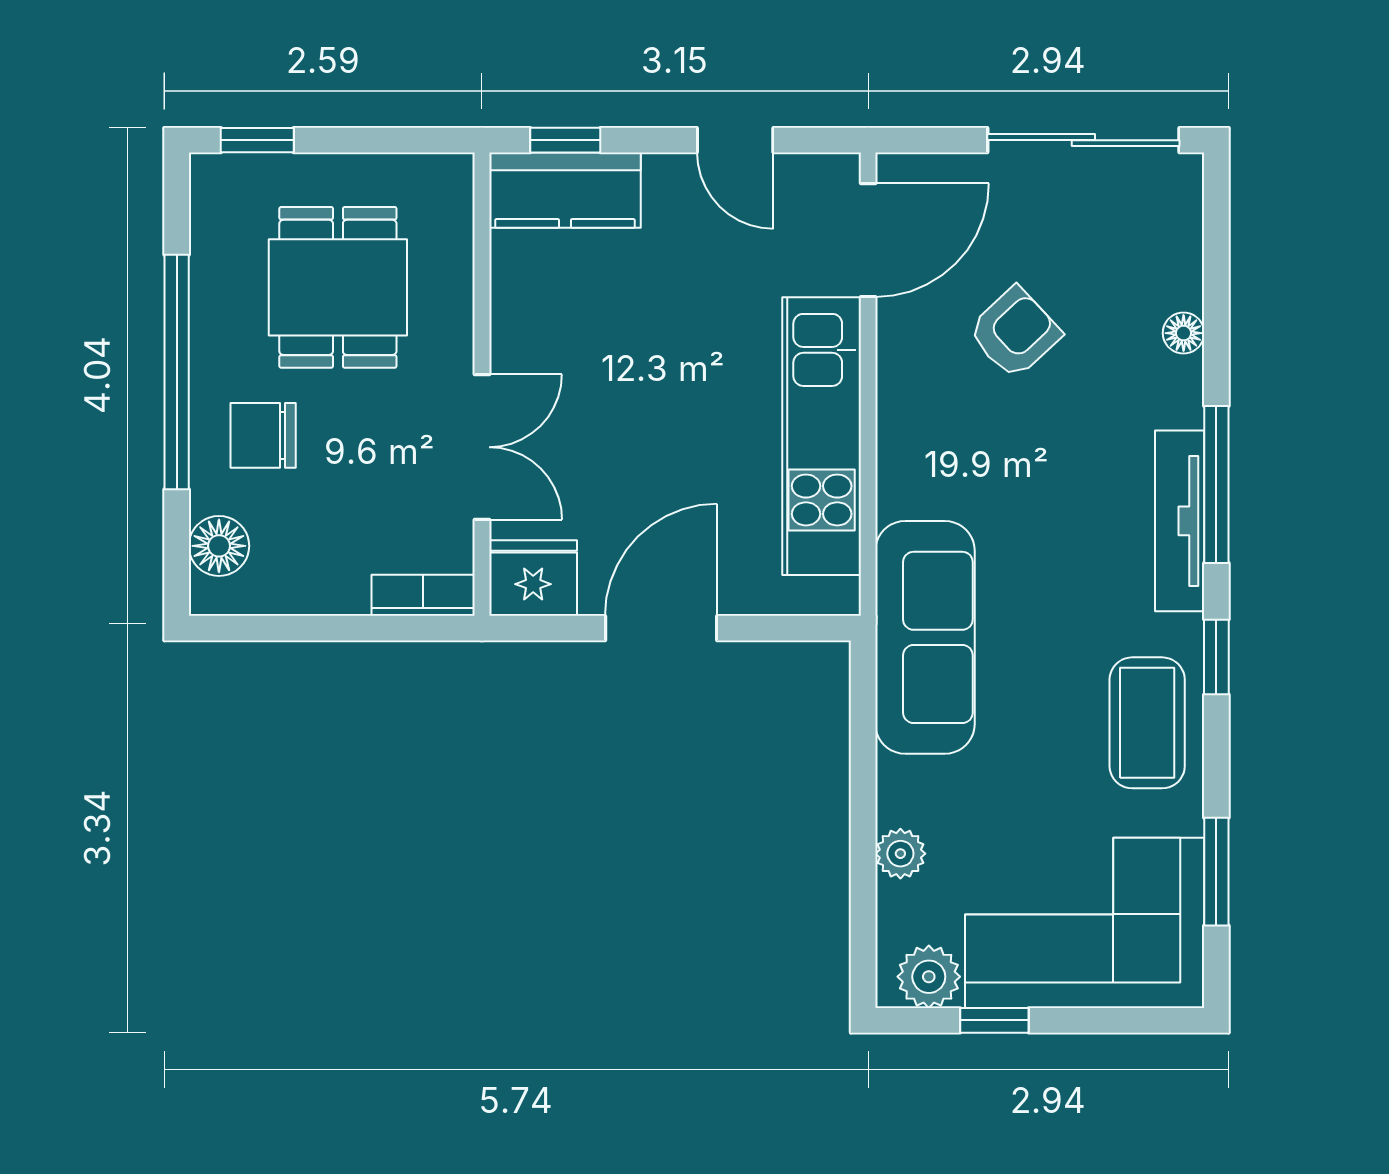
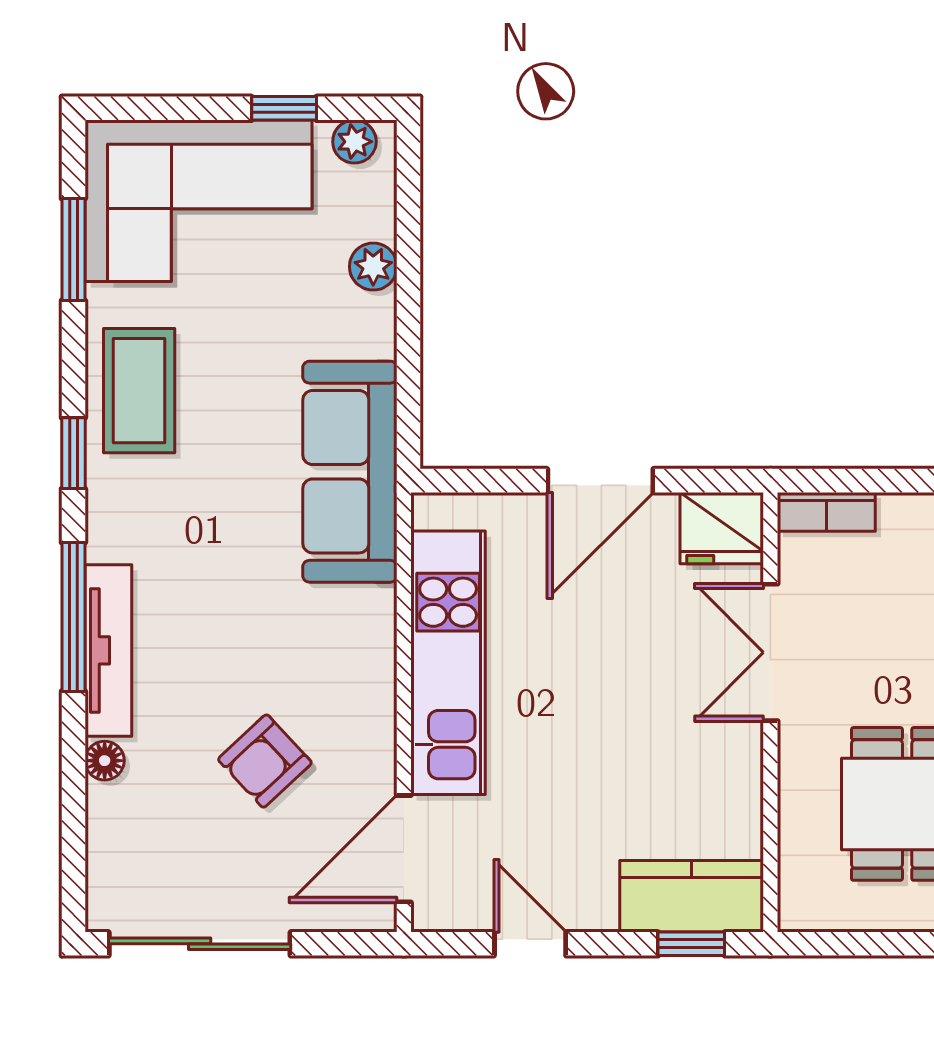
tv unit: (1180, 521) -> (108, 650), moved
plant: (929, 977) -> (354, 142), width x0.73, depth x0.73

